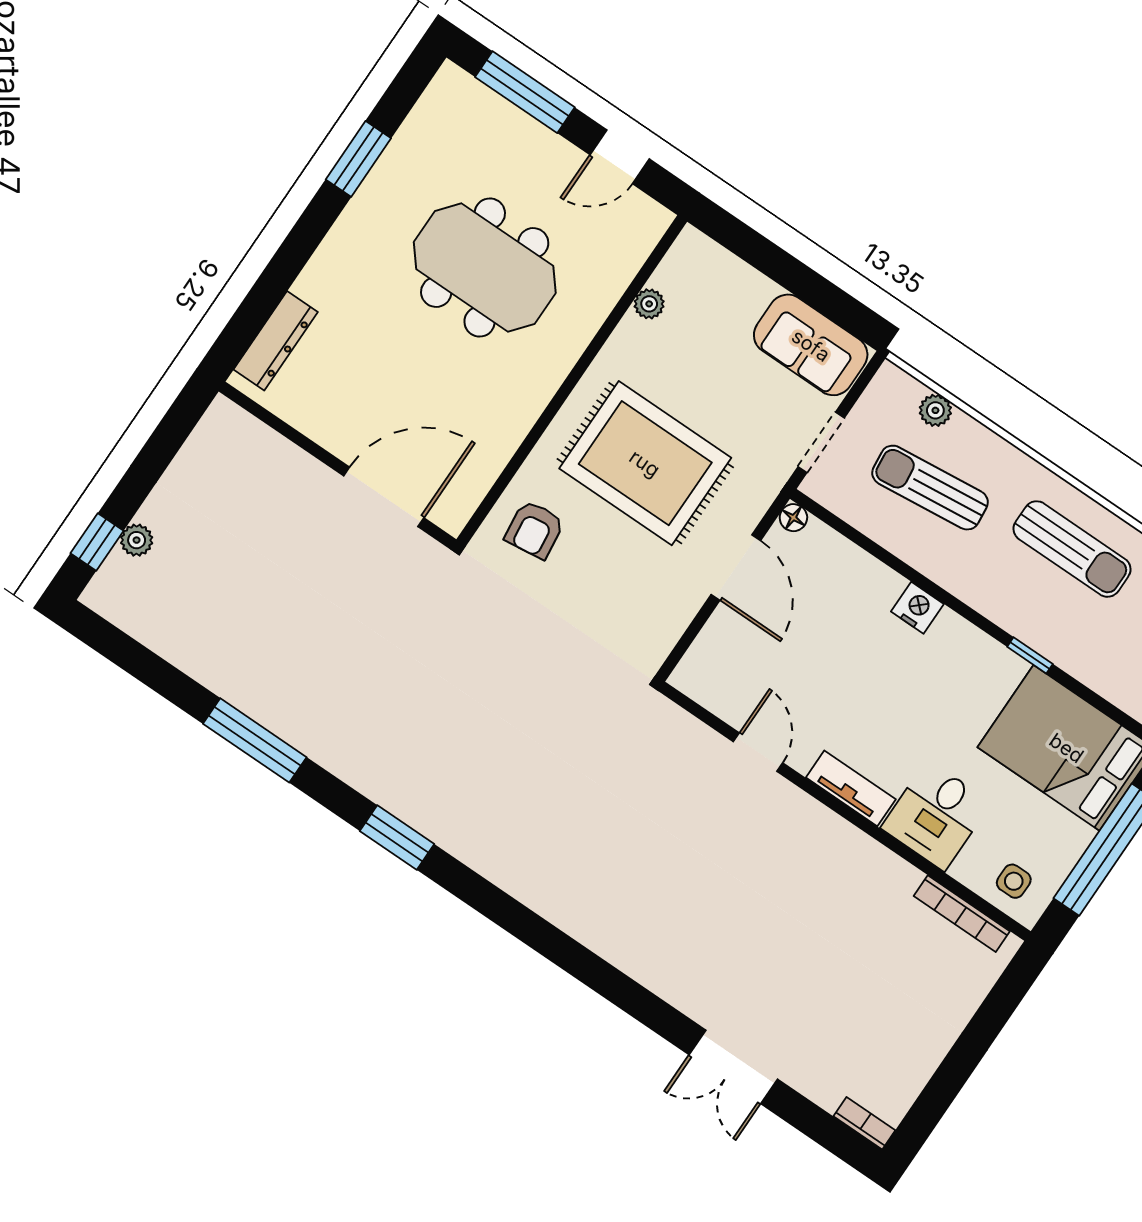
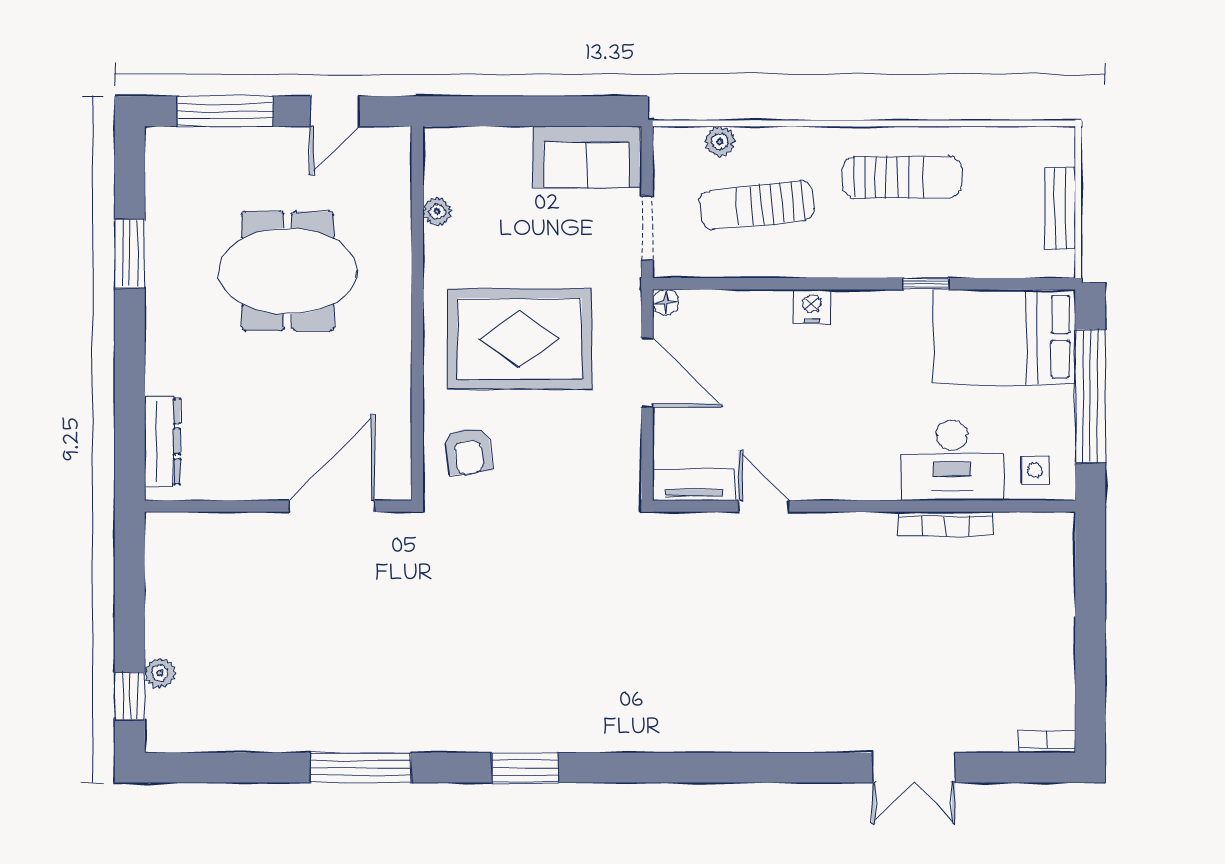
tv unit: (851, 788) -> (694, 485), moved
desk: (936, 815) -> (952, 460), width x1.37
bookcase: (962, 914) -> (945, 524), moved

